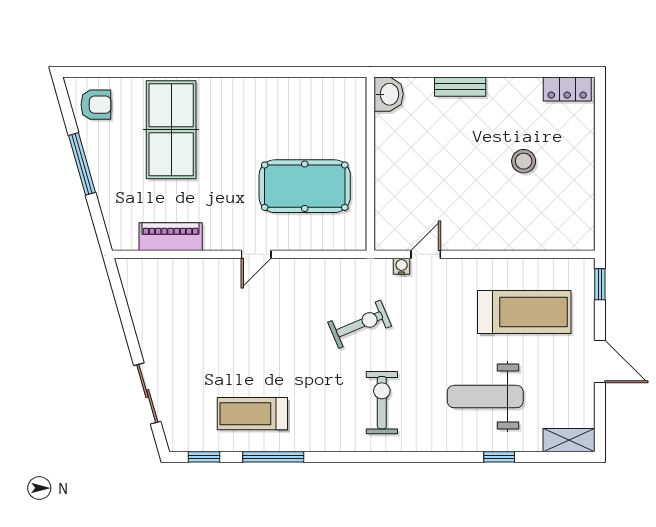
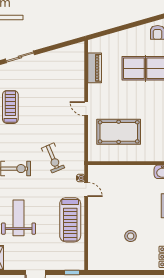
window: (82, 164) -> (129, 26), removed
pool table: (305, 186) -> (119, 132), turned 90
treadmill: (524, 312) -> (70, 220), moved

